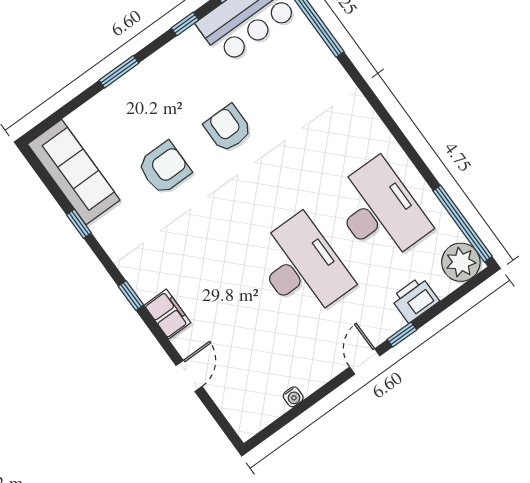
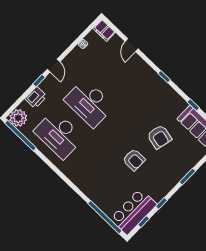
armchair: (164, 168) -> (159, 137), turned -77
filing cabinet: (167, 314) -> (104, 30), moved

